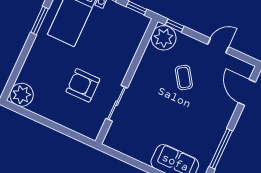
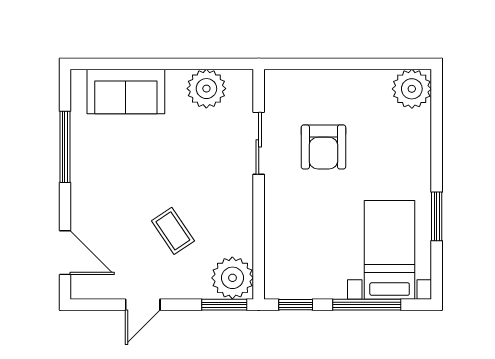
window: (175, 26) -> (224, 305), width x1.50
armchair: (83, 85) -> (323, 147), turned 90
plant: (131, 145) -> (206, 89), added

